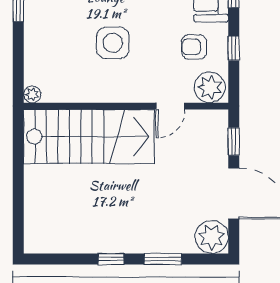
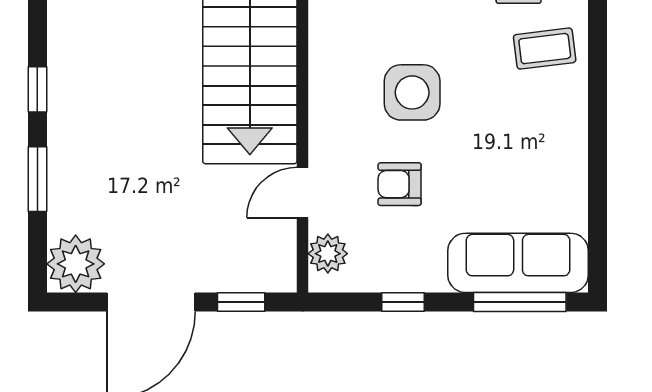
armchair: (194, 47) -> (400, 184), moved, turned -90
plant: (210, 87) -> (328, 254), width x0.73, depth x0.73
door: (171, 106) -> (303, 193), hinge flipped

